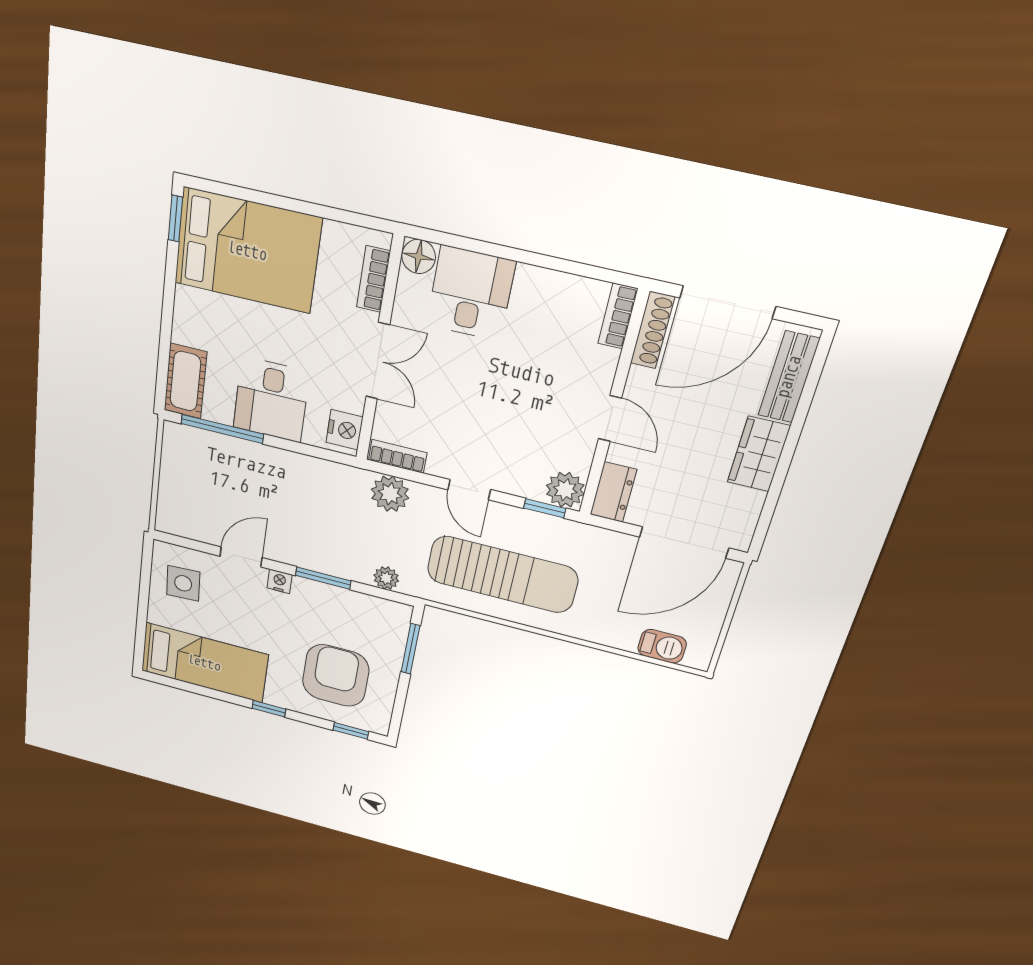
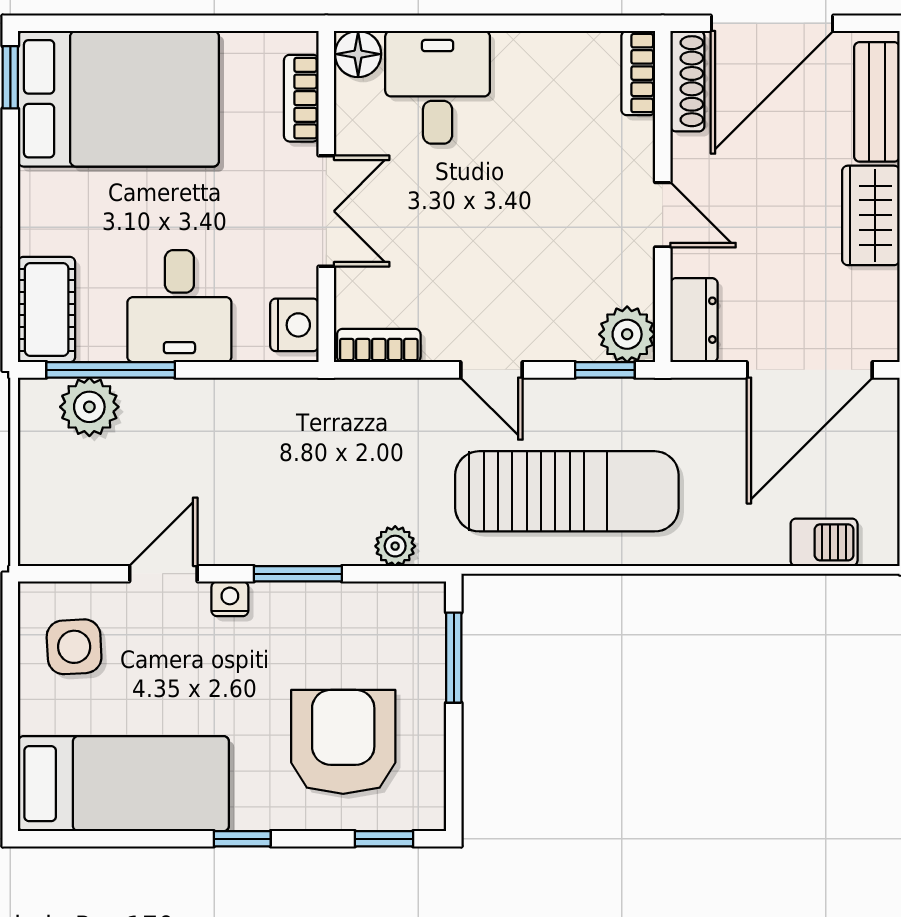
plant: (390, 494) -> (89, 407), moved

